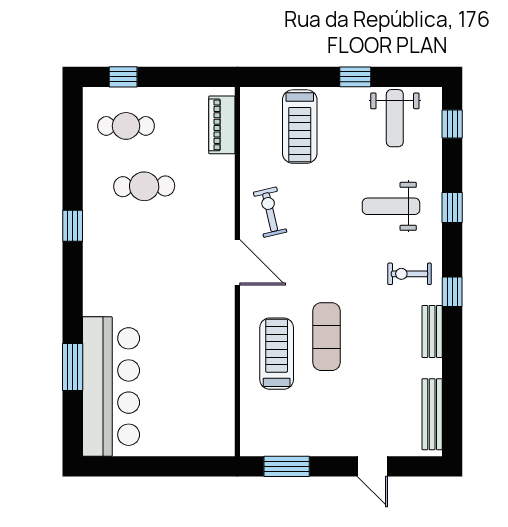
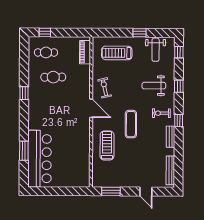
treadmill: (300, 127) -> (117, 53), turned 90
exercise mat: (326, 337) -> (131, 124), moved

